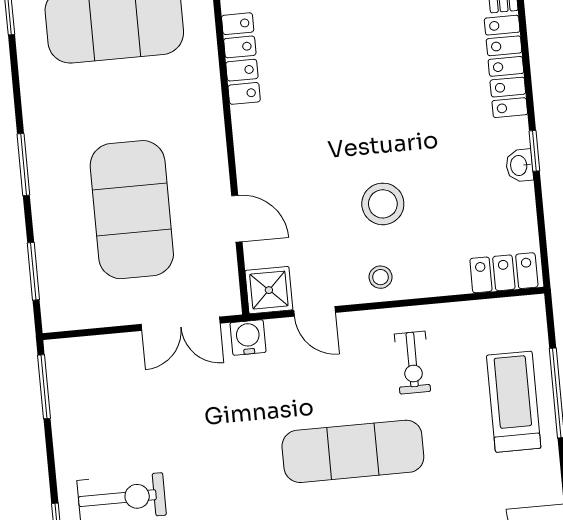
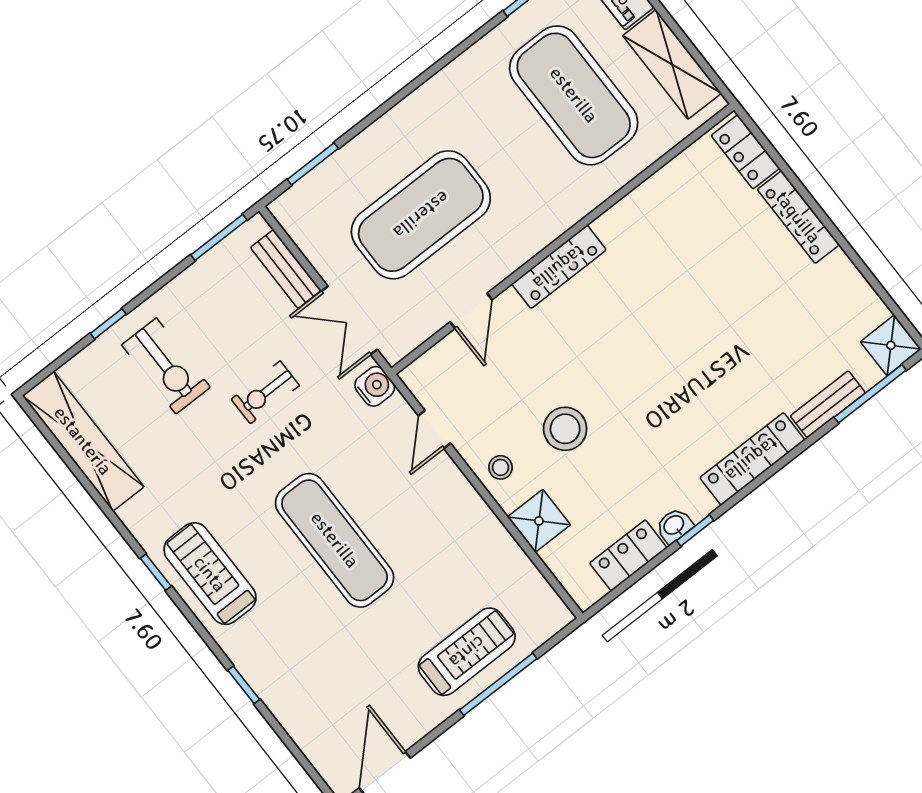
locker: (241, 59) -> (559, 267), moved
window: (23, 165) -> (400, 96), removed
locker: (504, 273) -> (628, 555), moved, turned -90
shower: (269, 290) -> (539, 521), moved
bench: (105, 349) -> (286, 269), added
exercise bike: (413, 363) -> (265, 392), moved

